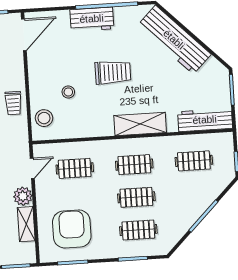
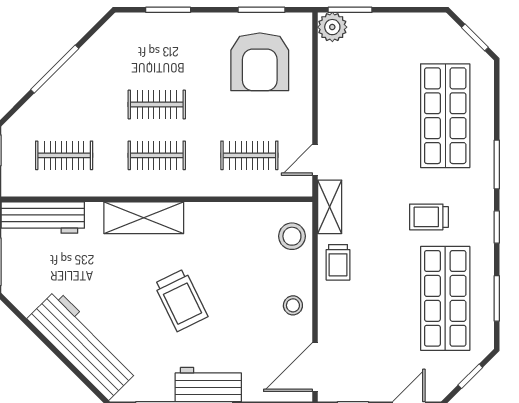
trolley: (113, 72) -> (181, 300), turned -116
stool: (68, 92) -> (293, 305), moved
trolley: (13, 103) -> (338, 262), turned 180
plant: (23, 196) -> (332, 27), moved
shelving: (26, 224) -> (330, 207), moved
clothes rail: (138, 230) -> (157, 54), removed

